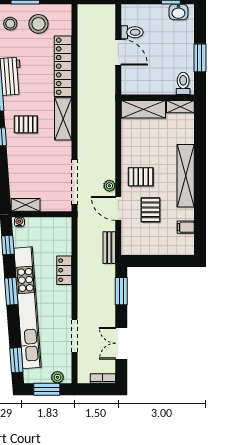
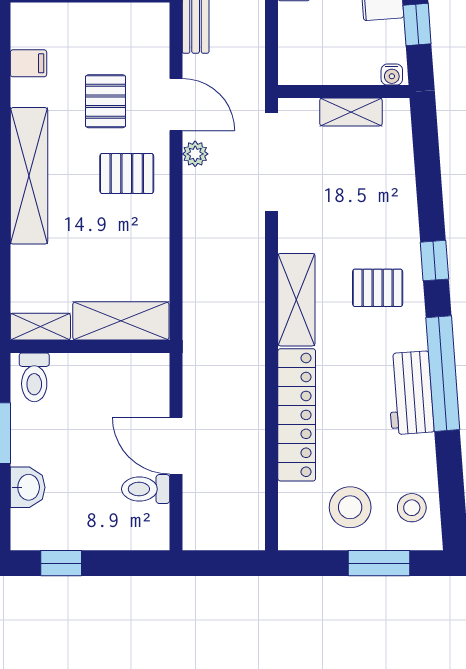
washbasin: (178, 12) -> (28, 487), moved, turned 90
shelving: (26, 205) -> (351, 112), moved

